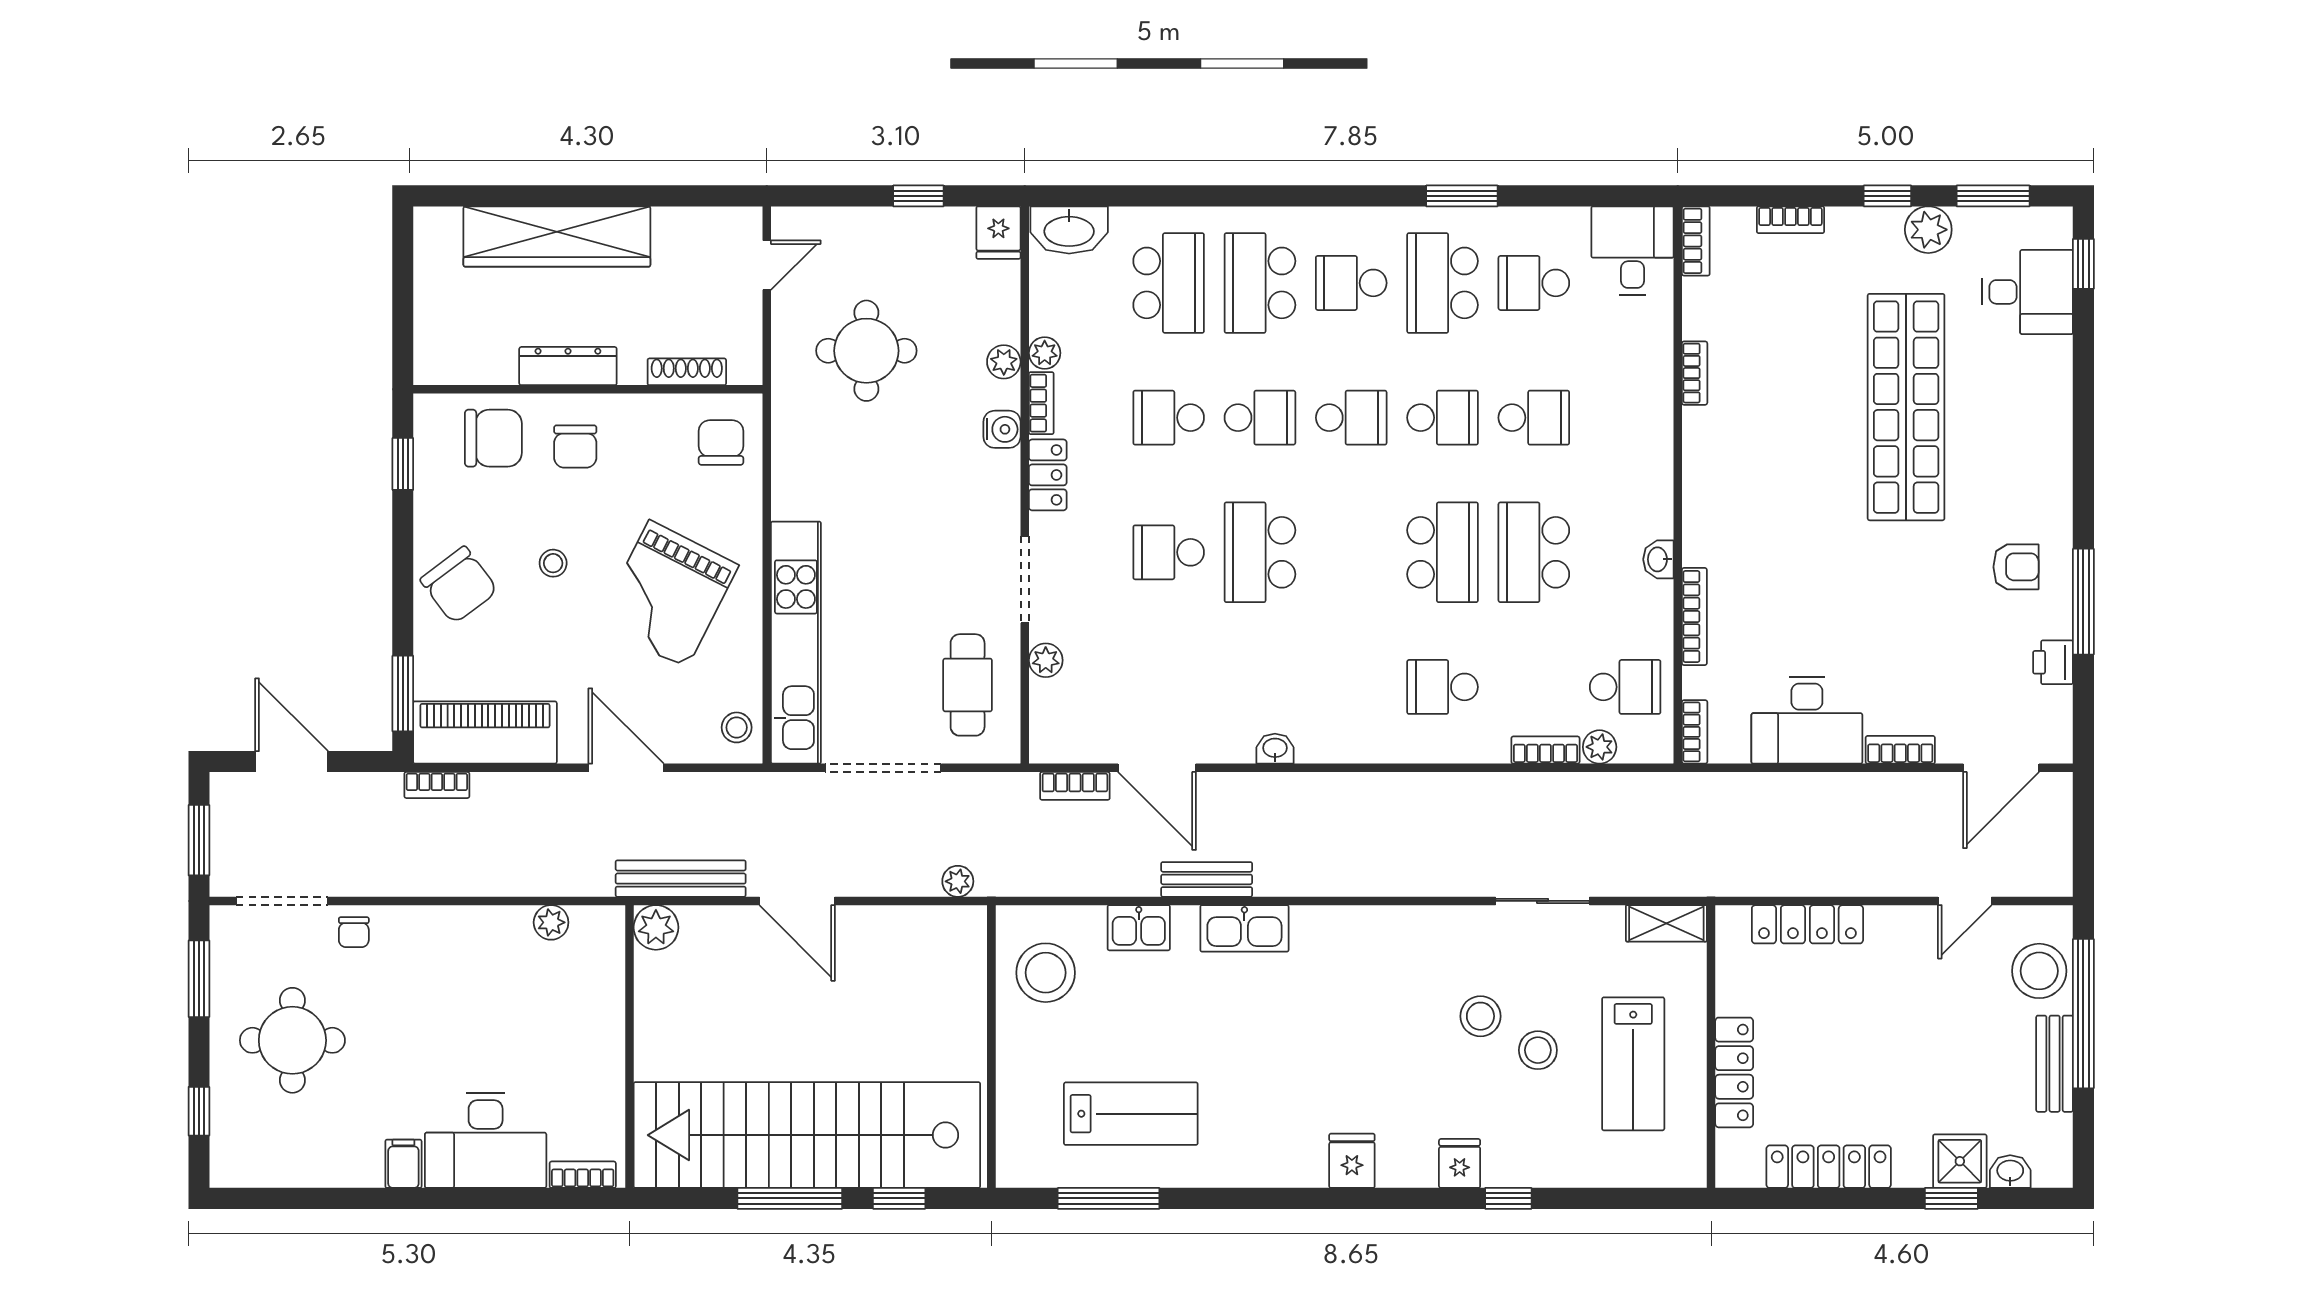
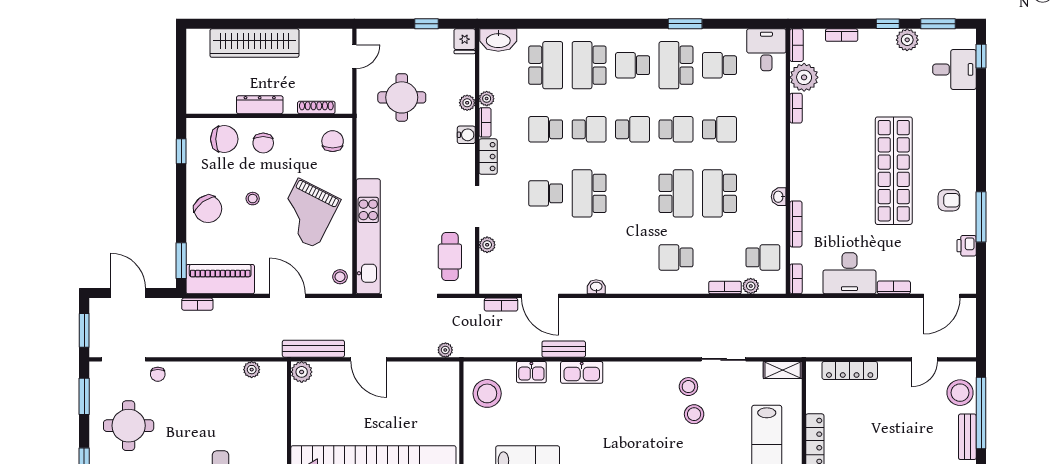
plant: (1712, 308) -> (804, 77), added
shop shelf: (1906, 407) -> (894, 171), moved
stool: (1538, 1050) -> (688, 387), moved

